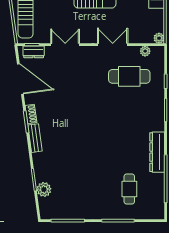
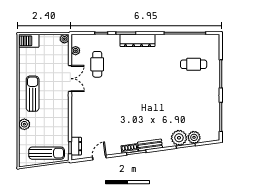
double door: (65, 45) -> (70, 119), removed
double door: (113, 45) -> (70, 79), swing flipped
cafe table: (129, 76) -> (97, 64), width x0.73, depth x0.74
door: (20, 79) -> (99, 158), width x0.53
dresser: (157, 152) -> (137, 40), moved
plant: (43, 172) -> (179, 138), added

